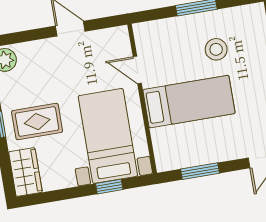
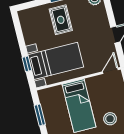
door: (137, 70) -> (110, 71), moved
wardrobe: (25, 172) -> (31, 15), removed

